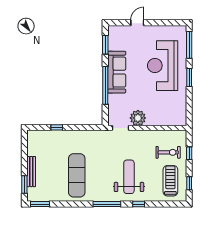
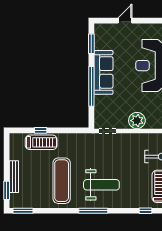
plant: (138, 118) -> (137, 121), moved
treadmill: (57, 139) -> (41, 142), added
weight bench: (129, 177) -> (101, 185), moved, turned 90
window: (139, 204) -> (146, 211), moved

